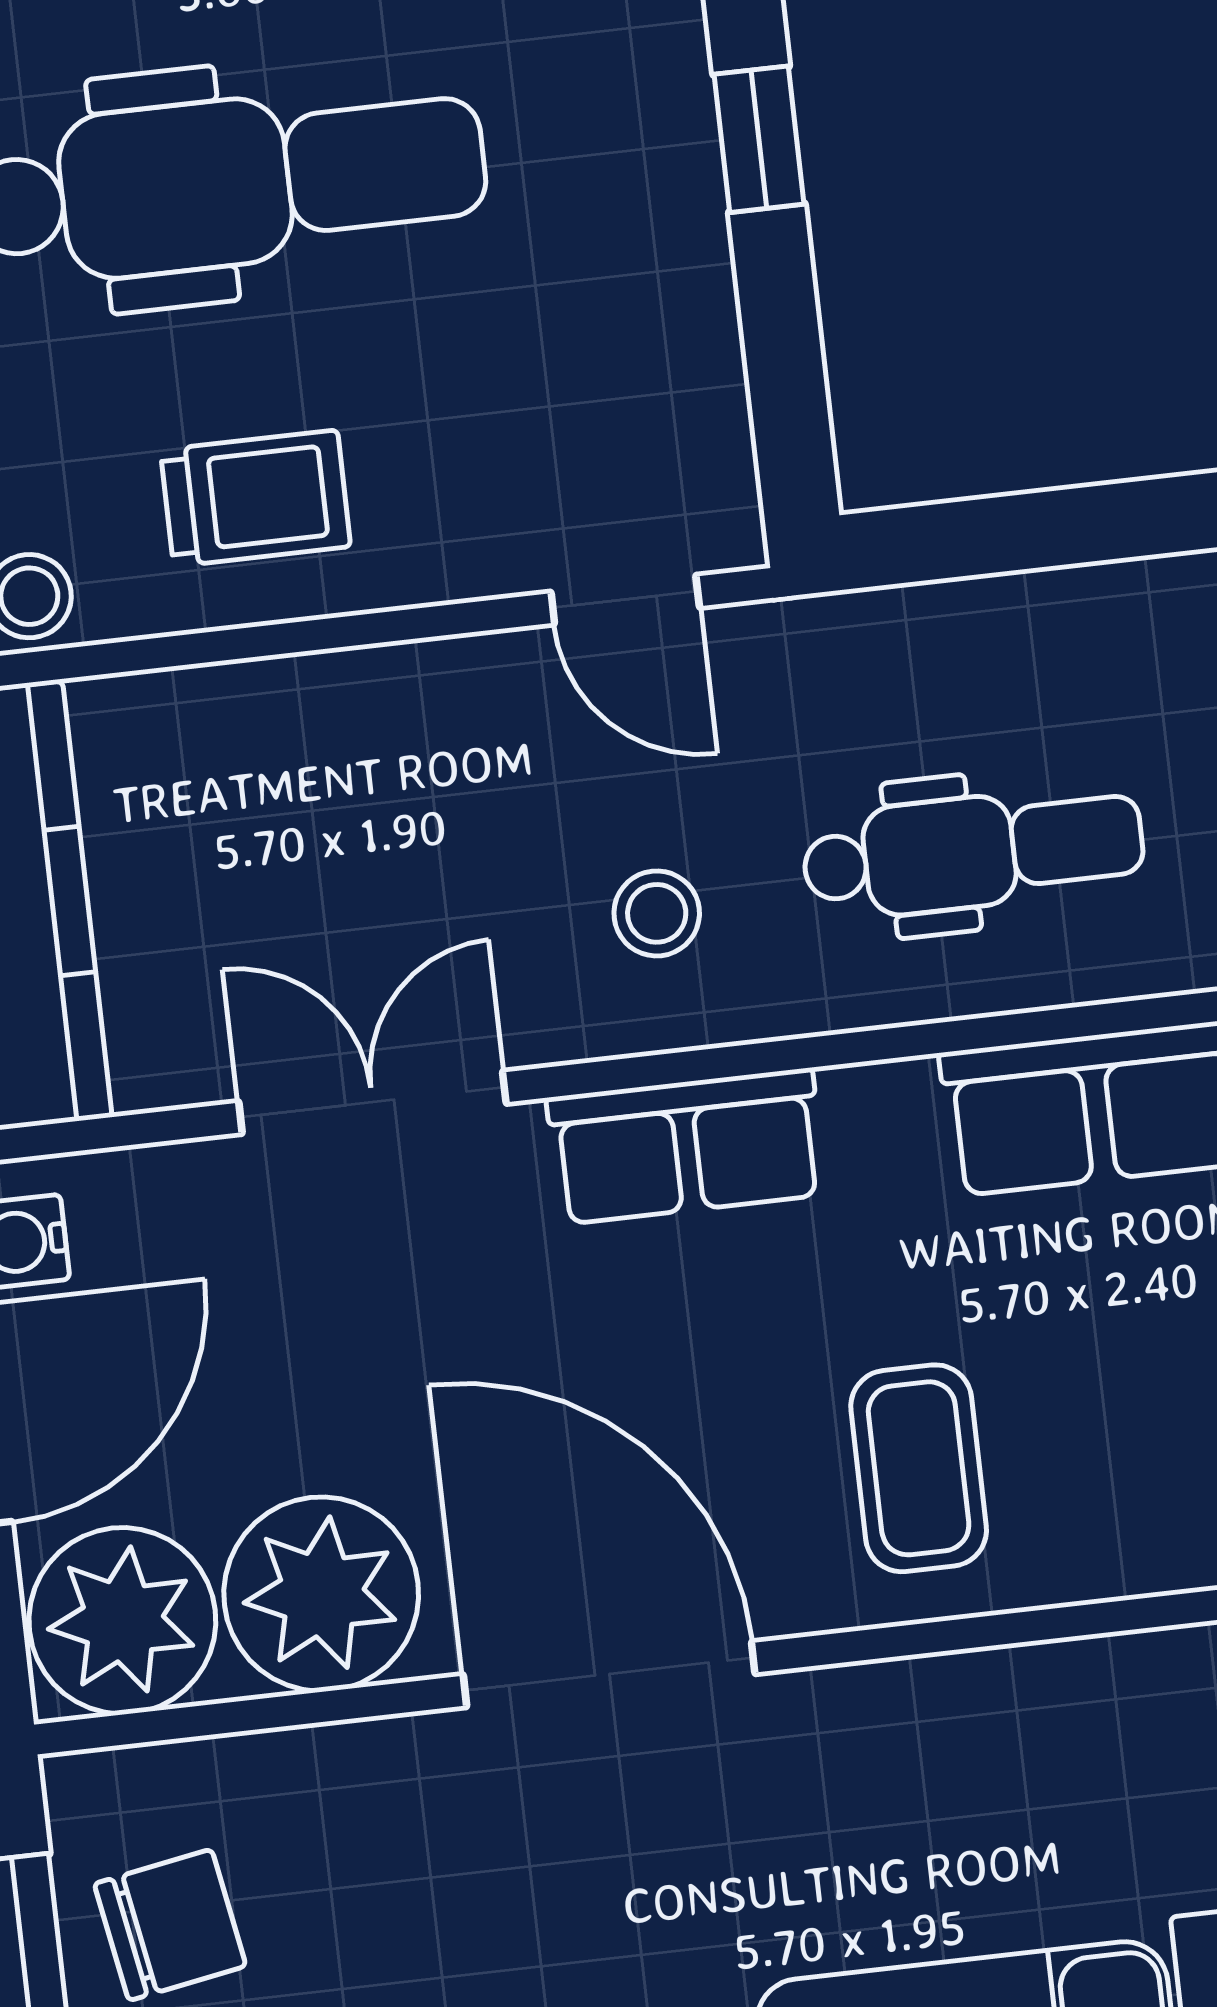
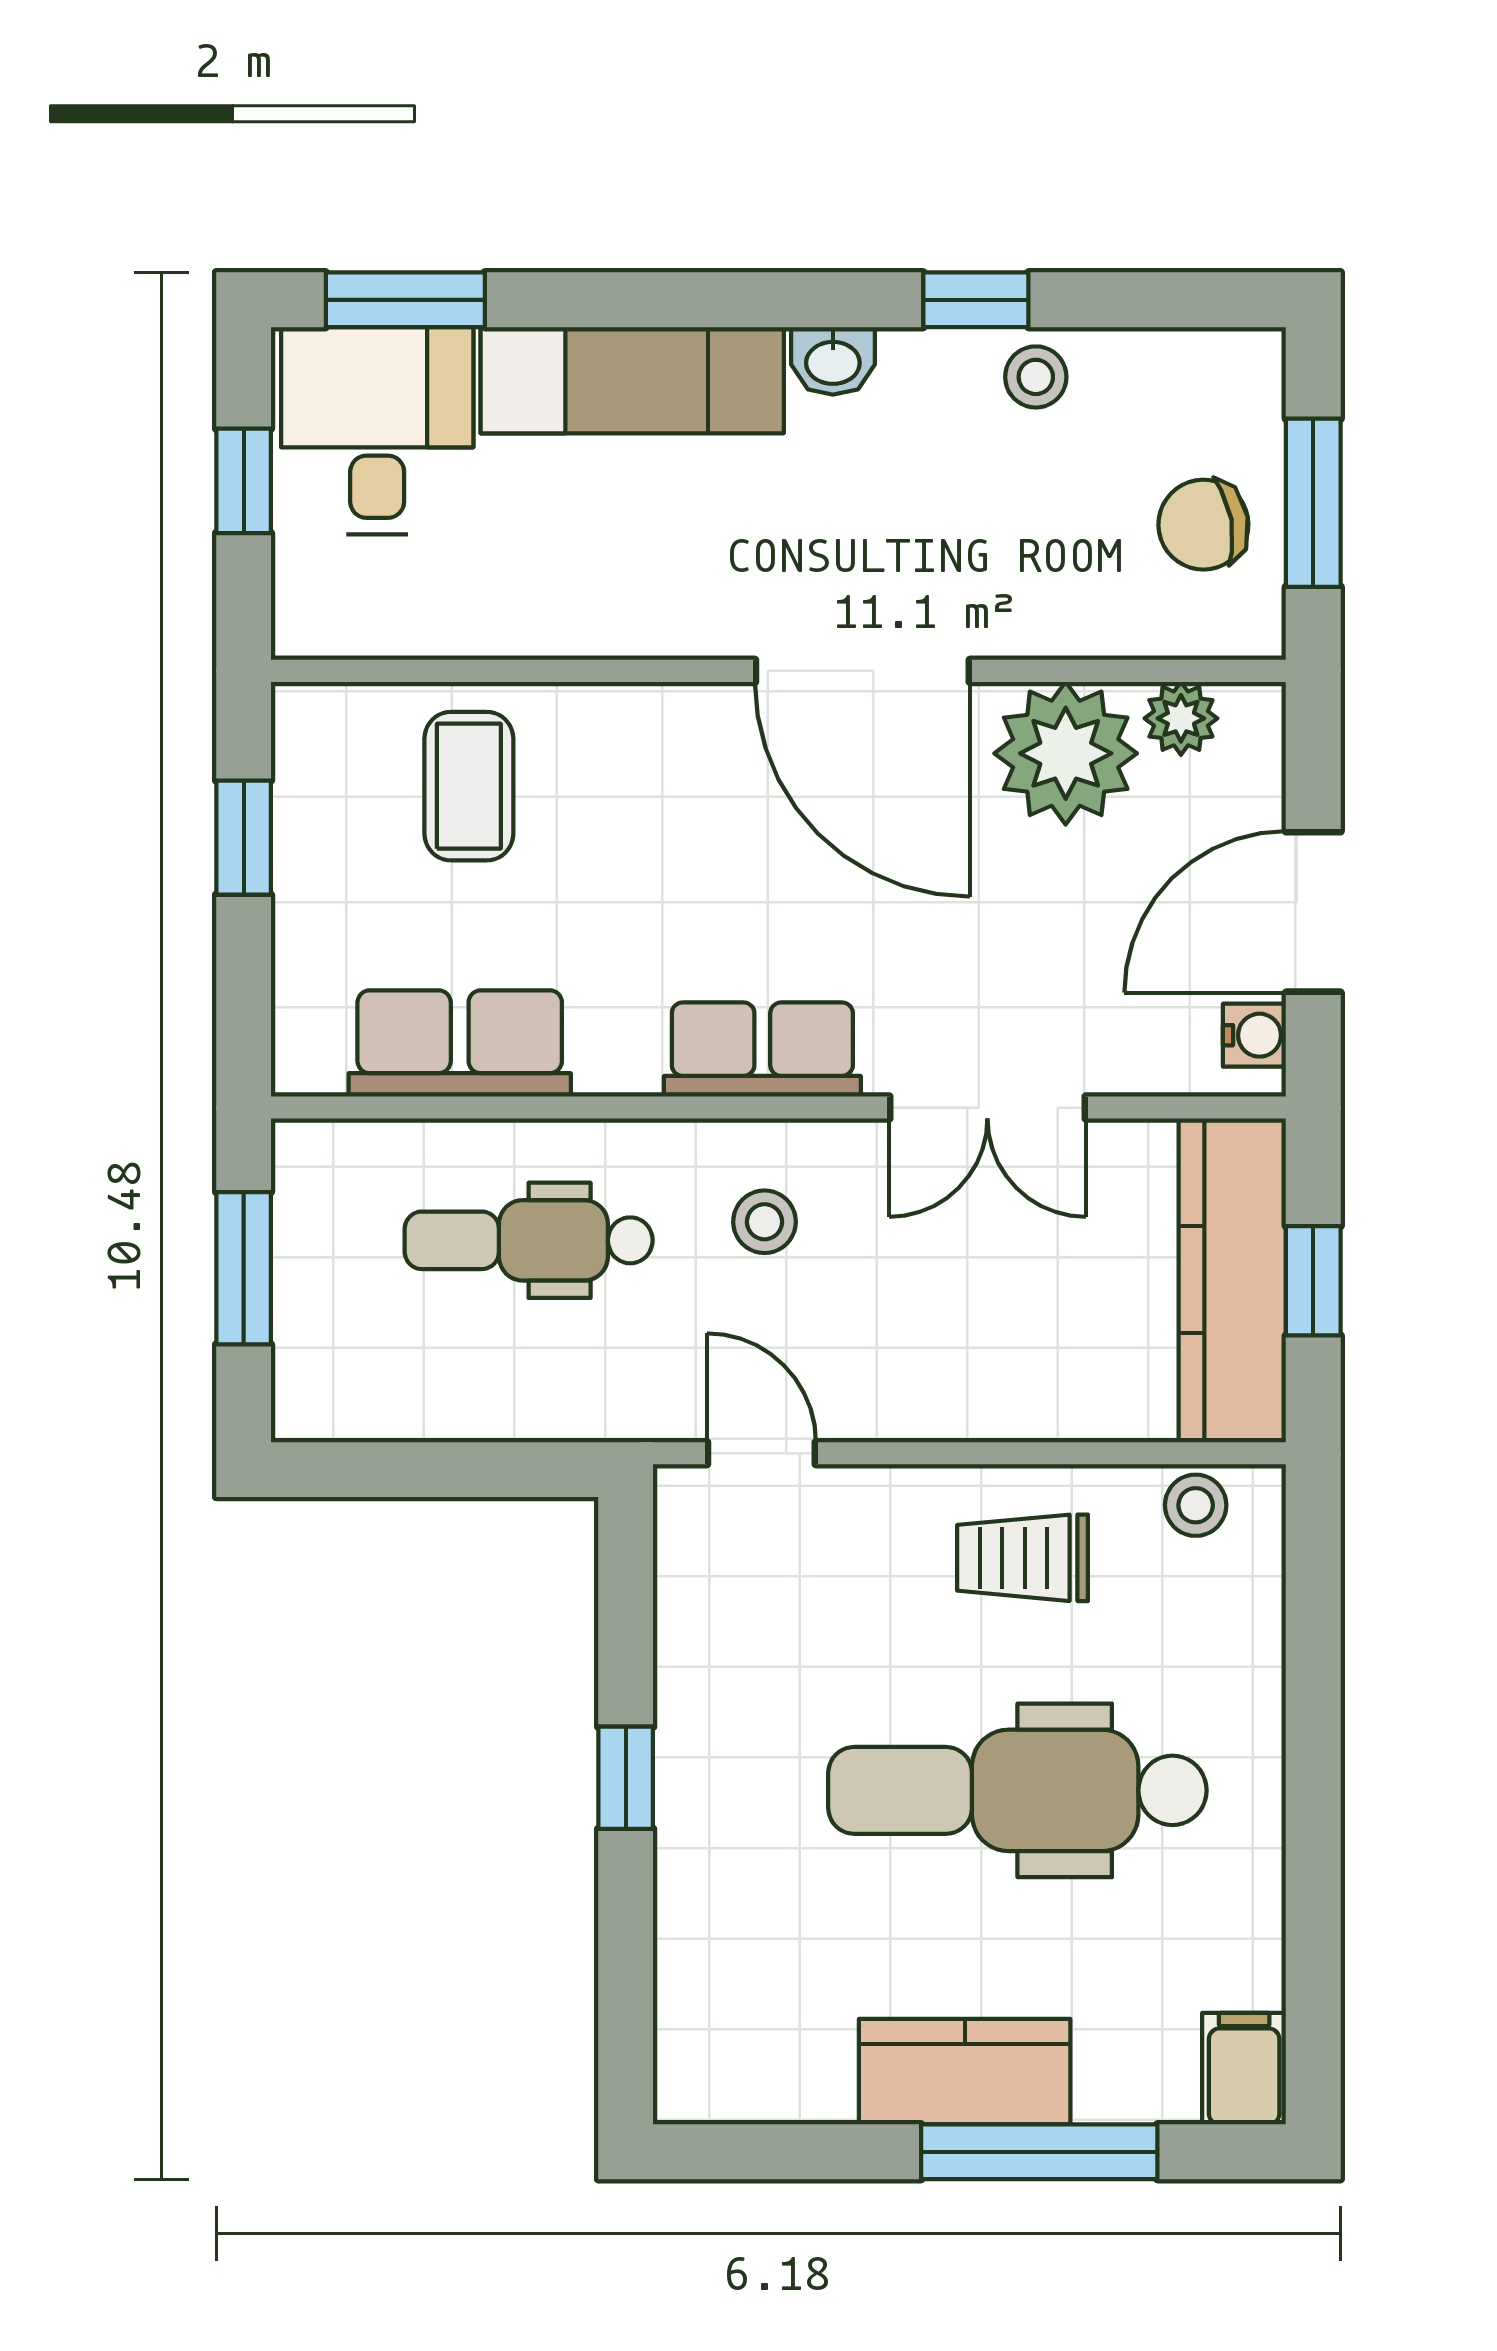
coffee table: (919, 1468) -> (469, 786), moved
plant: (122, 1621) -> (1181, 718), width x0.53, depth x0.53

